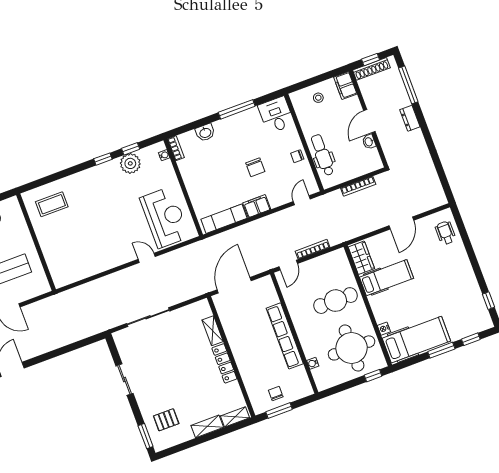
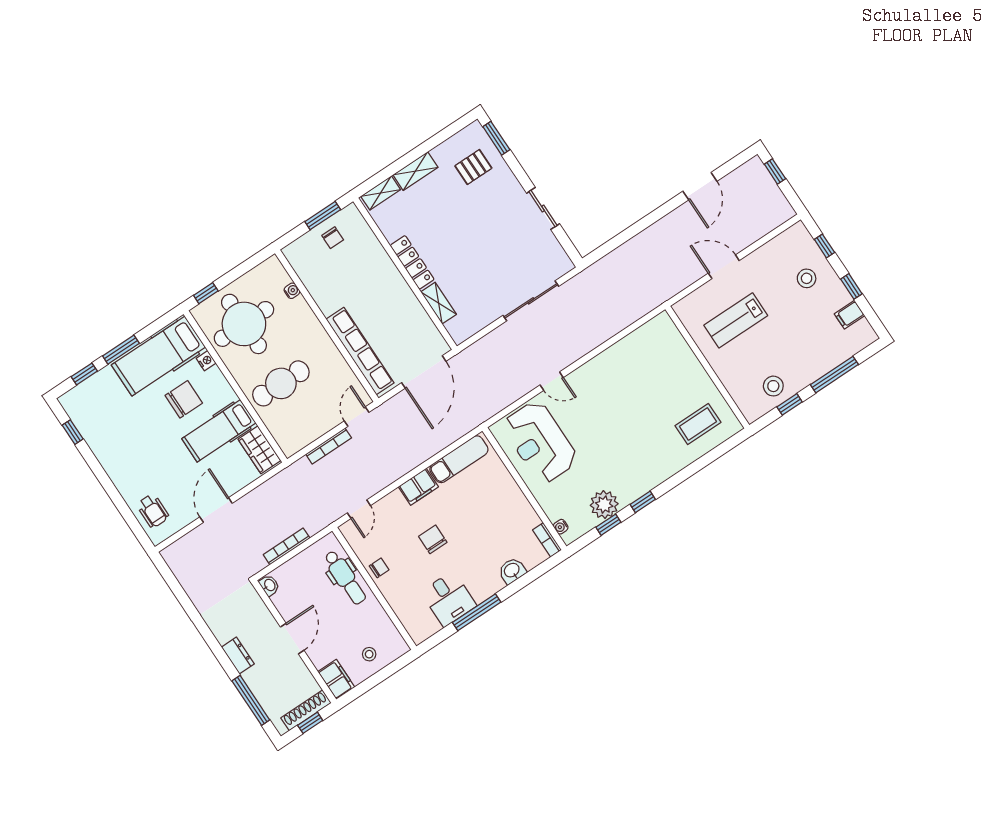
desk: (276, 115) -> (449, 599), moved
washbasin: (369, 142) -> (269, 585), moved
chair: (406, 305) -> (184, 399), added
row of seats: (285, 336) -> (360, 351), moved

